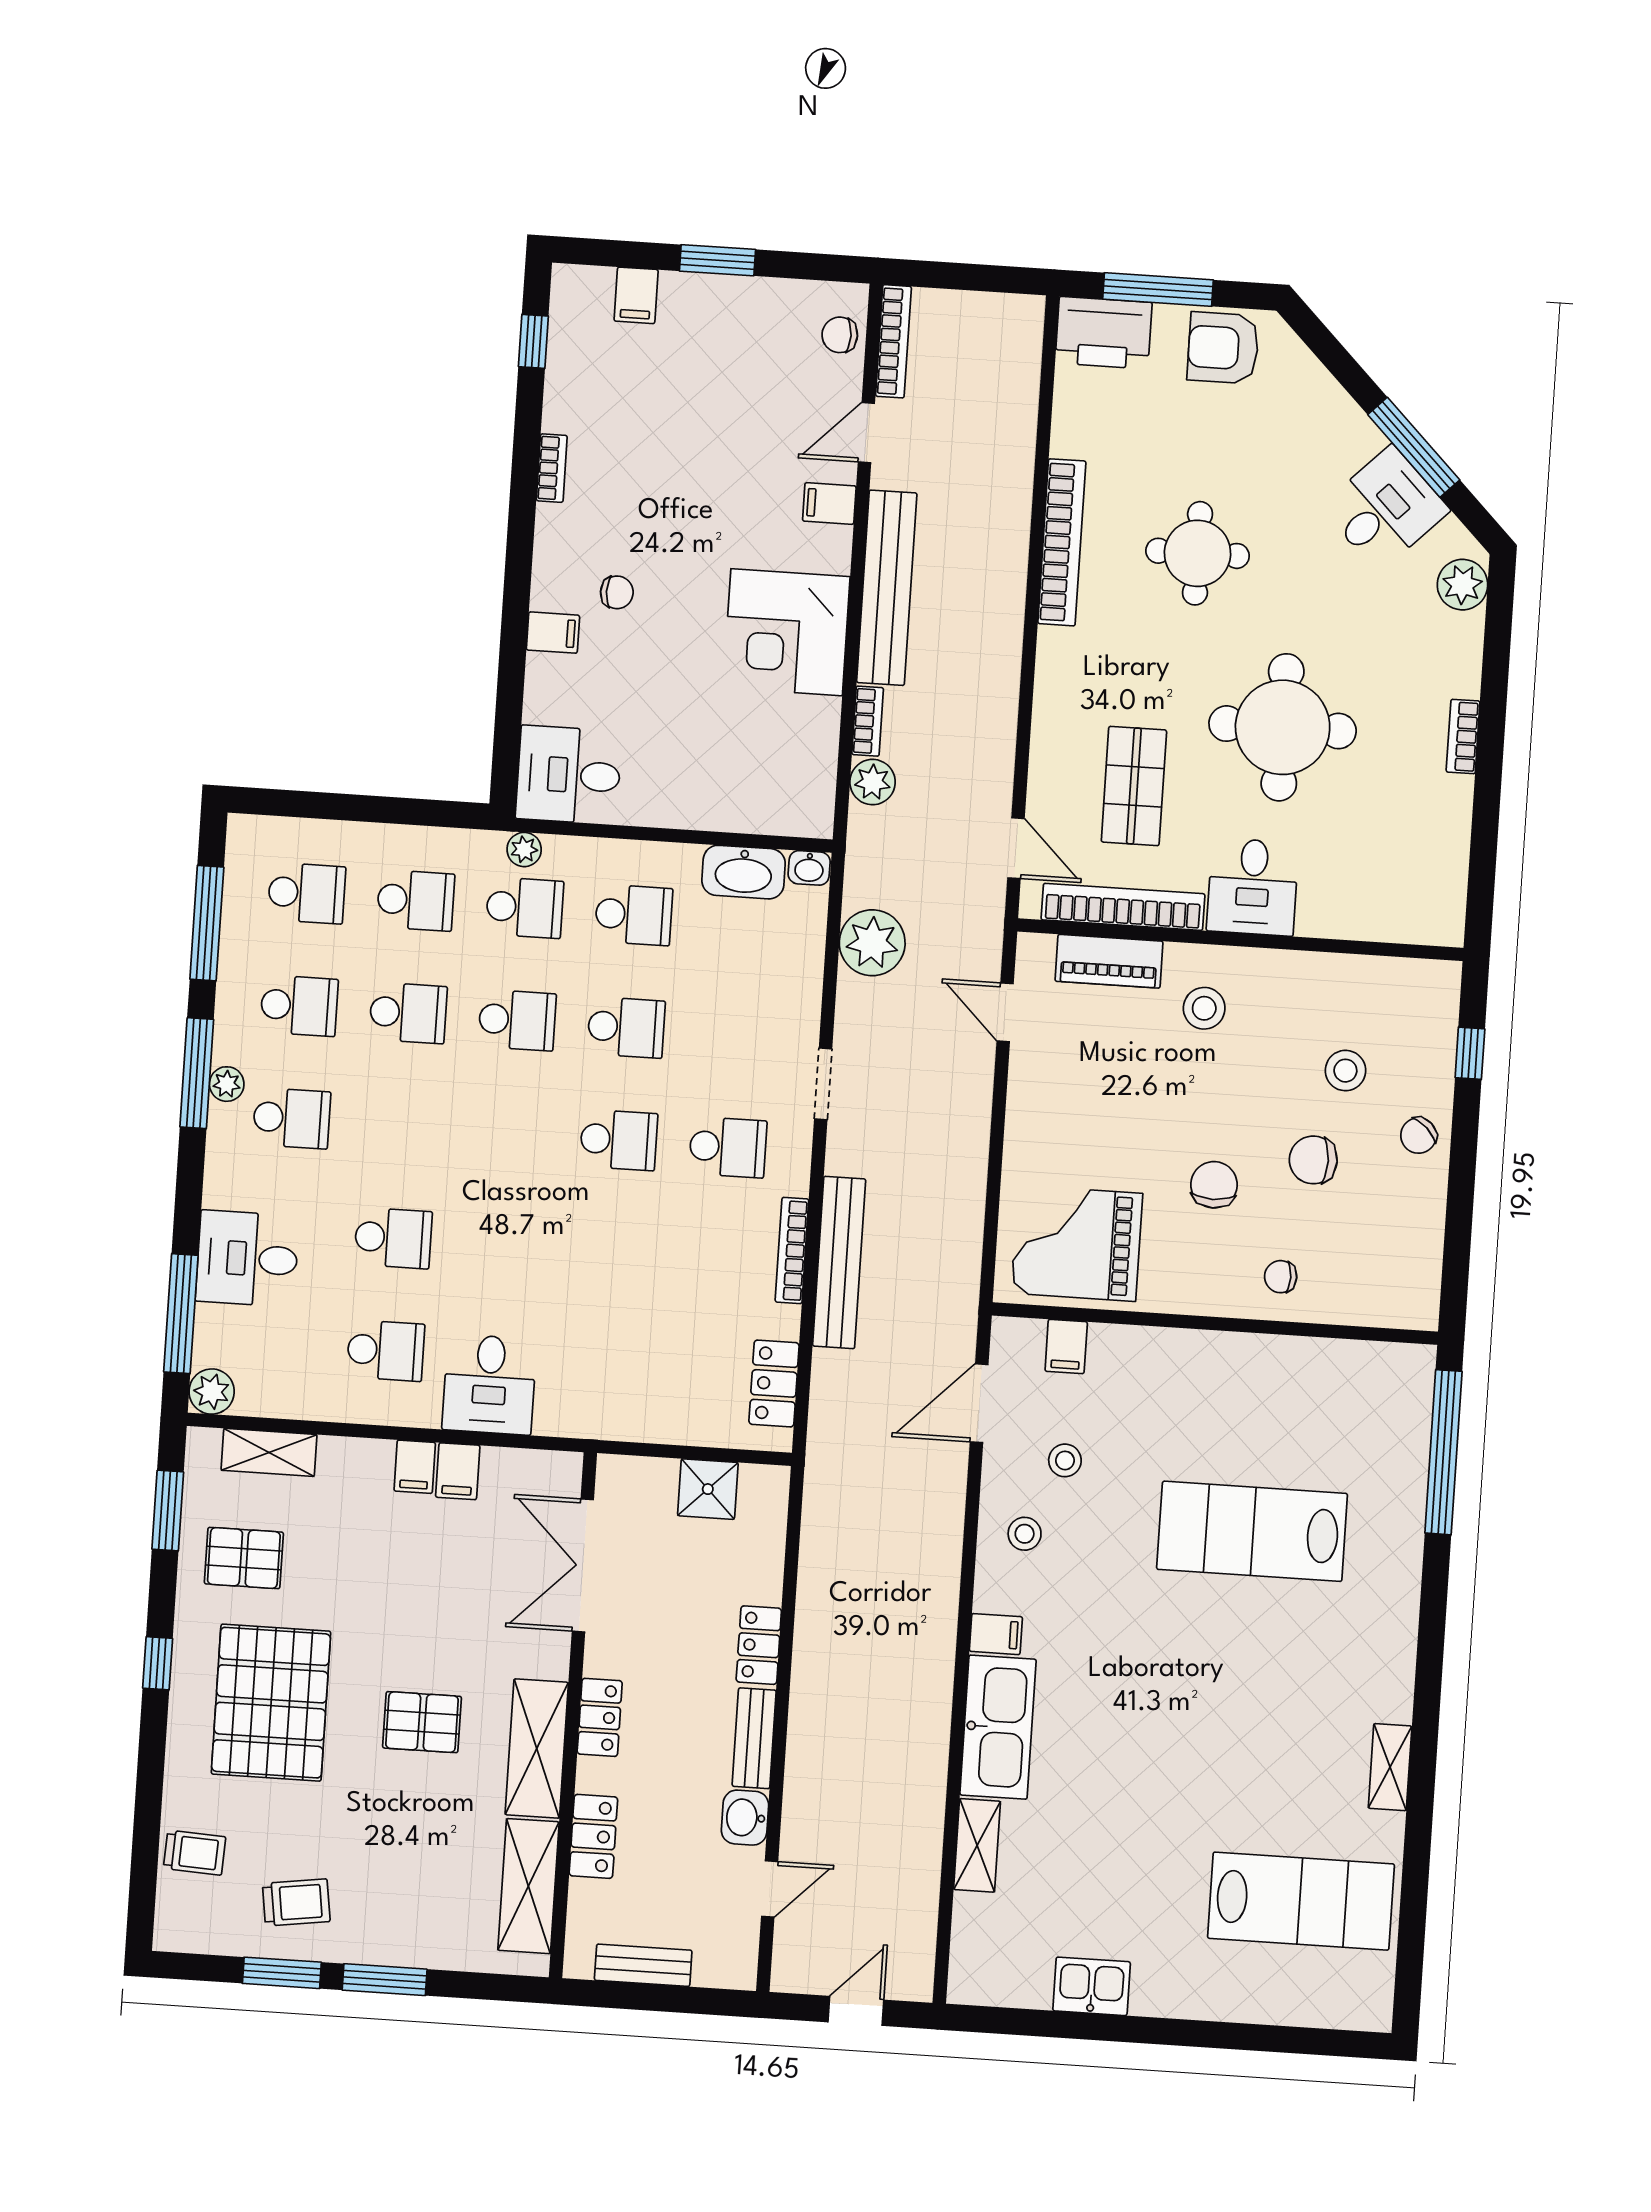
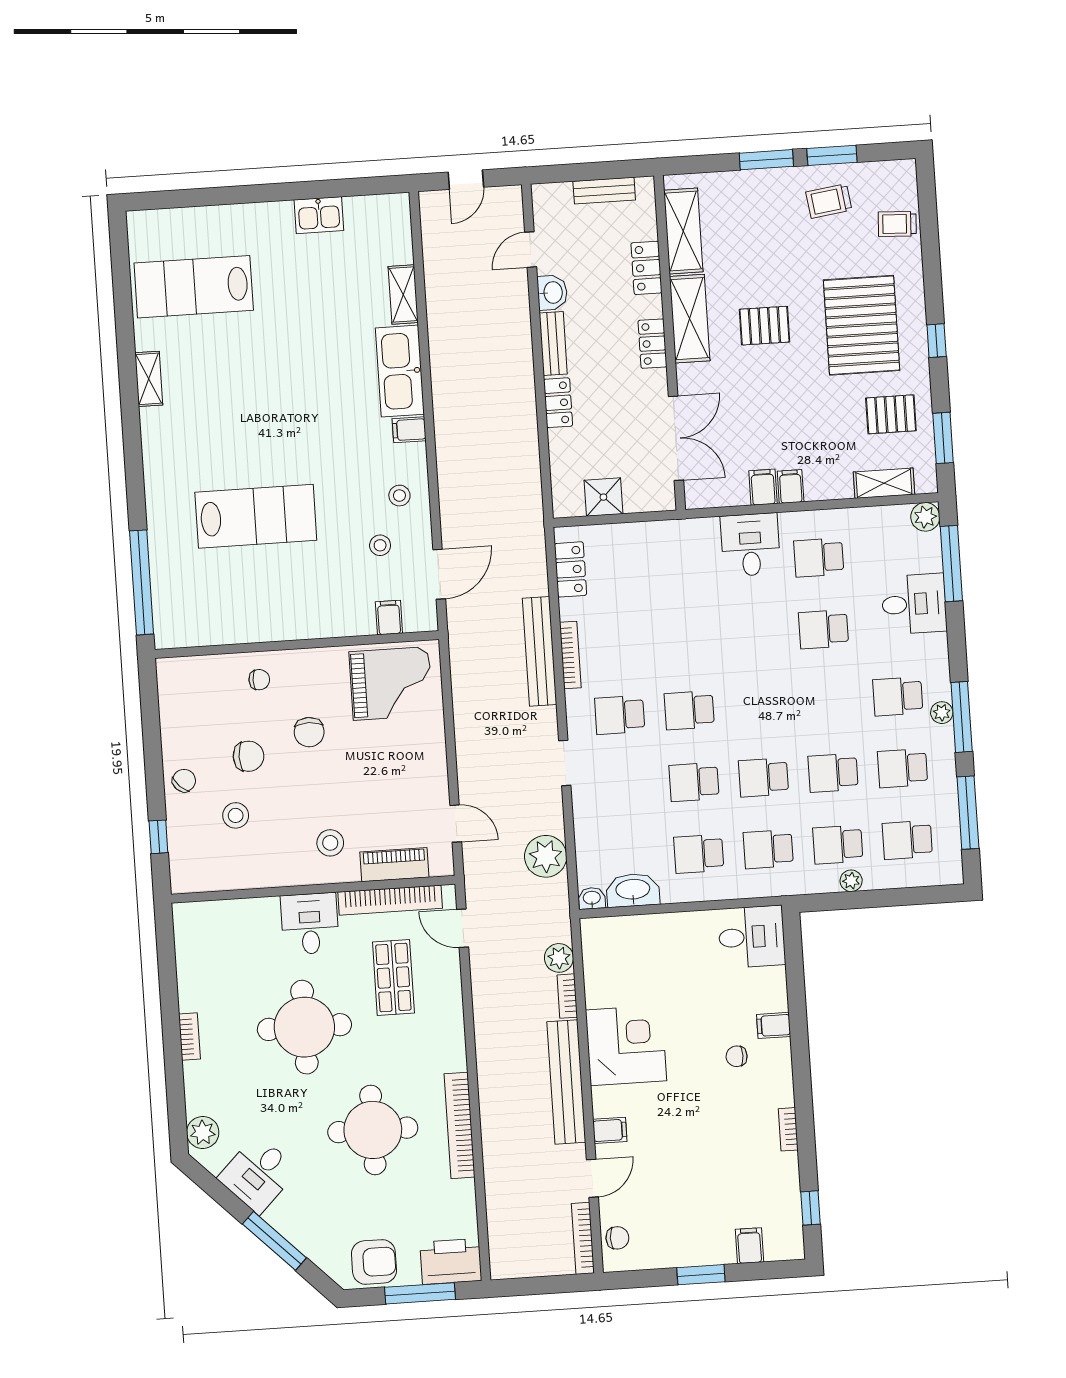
window: (1414, 447) -> (274, 1241), moved
round table: (1198, 553) -> (373, 1130), width x1.36, depth x1.36
plant: (524, 849) -> (851, 881), moved

